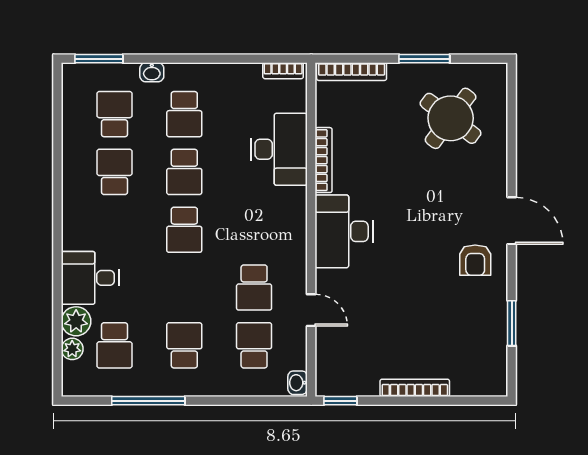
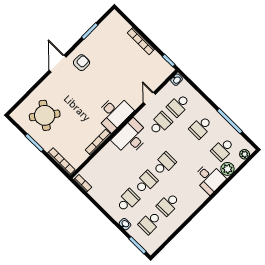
desk: (279, 149) -> (131, 138), moved
school desk: (115, 345) -> (223, 149), turned 180
plant: (72, 349) -> (245, 154), moved

